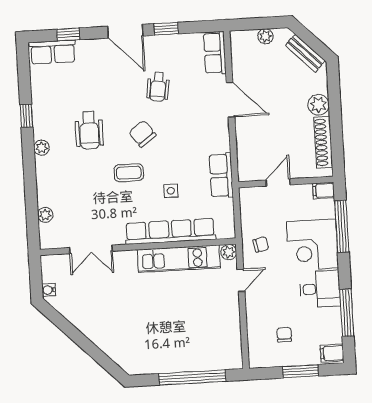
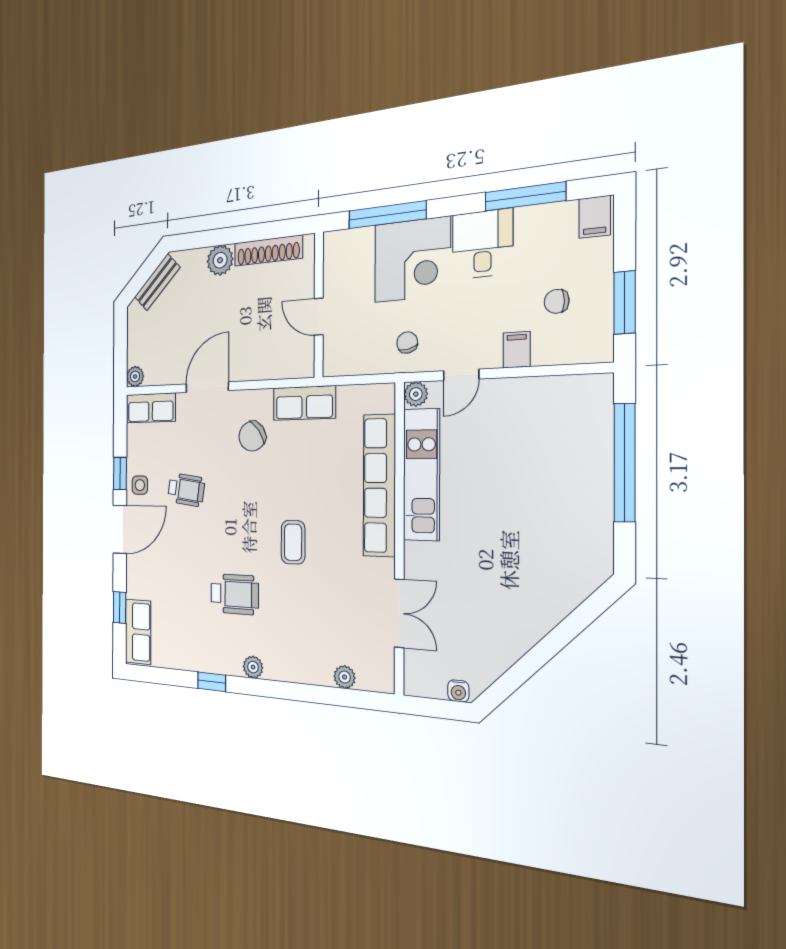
plant: (265, 36) -> (135, 376), moved
chair: (142, 134) -> (252, 436), moved
side table: (171, 191) -> (140, 485), moved
filing cabinet: (324, 191) -> (517, 350), moved, turned 180
door: (241, 280) -> (461, 375), swing flipped
window: (301, 371) -> (625, 302), moved

